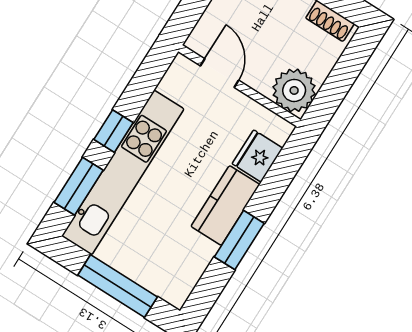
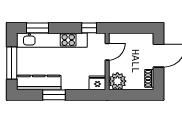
window: (113, 131) -> (89, 28), moved
fridge: (257, 156) -> (97, 83), moved
kitchen counter: (225, 205) -> (39, 83), moved, width x1.50

